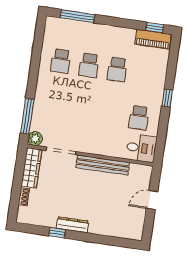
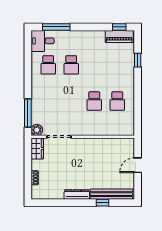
school desk: (117, 69) -> (94, 101), moved
window: (167, 98) -> (138, 60), moved
desk: (141, 148) -> (43, 41), moved, turned 180
bench: (103, 165) -> (111, 194), moved
wardrobe: (31, 168) -> (37, 149), width x0.67
window: (57, 233) -> (102, 203), moved

